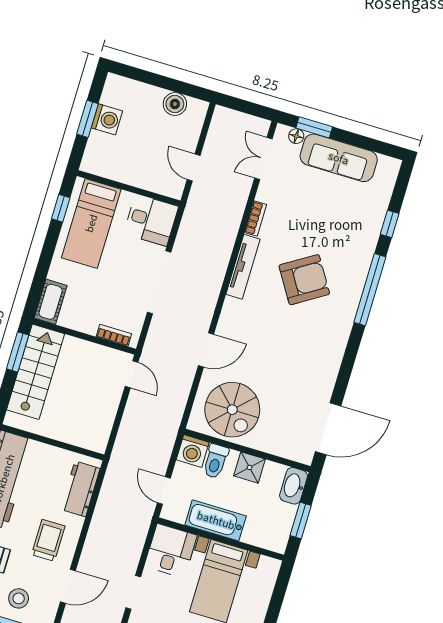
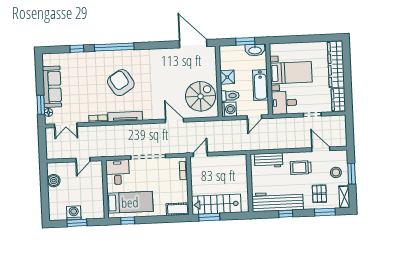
washbasin: (294, 486) -> (255, 50), moved

